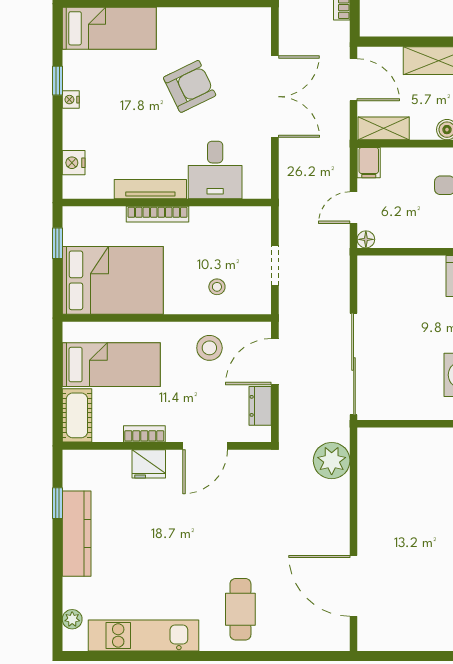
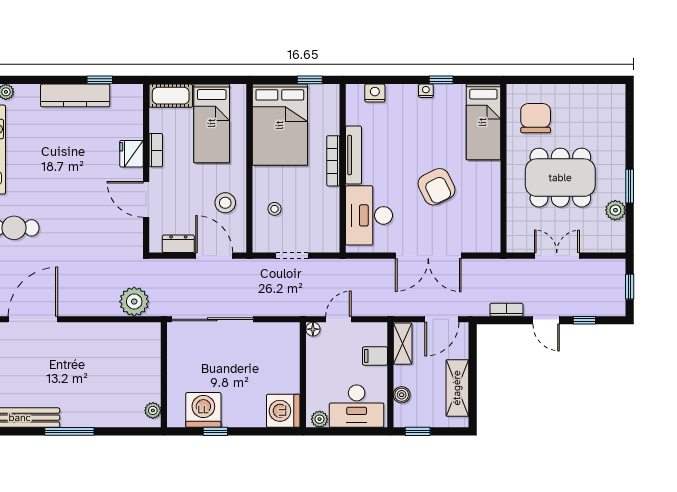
filing cabinet: (369, 163) -> (375, 356), moved
desk: (215, 170) -> (369, 215), width x1.37
door: (354, 208) -> (339, 319), hinge flipped

